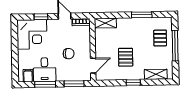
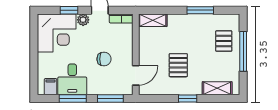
plant: (52, 24) -> (83, 20), added

